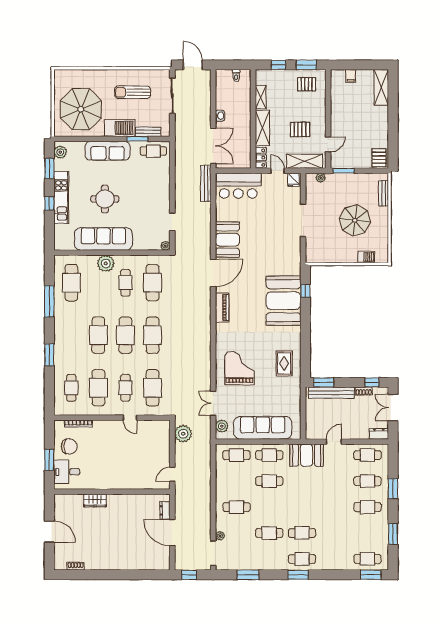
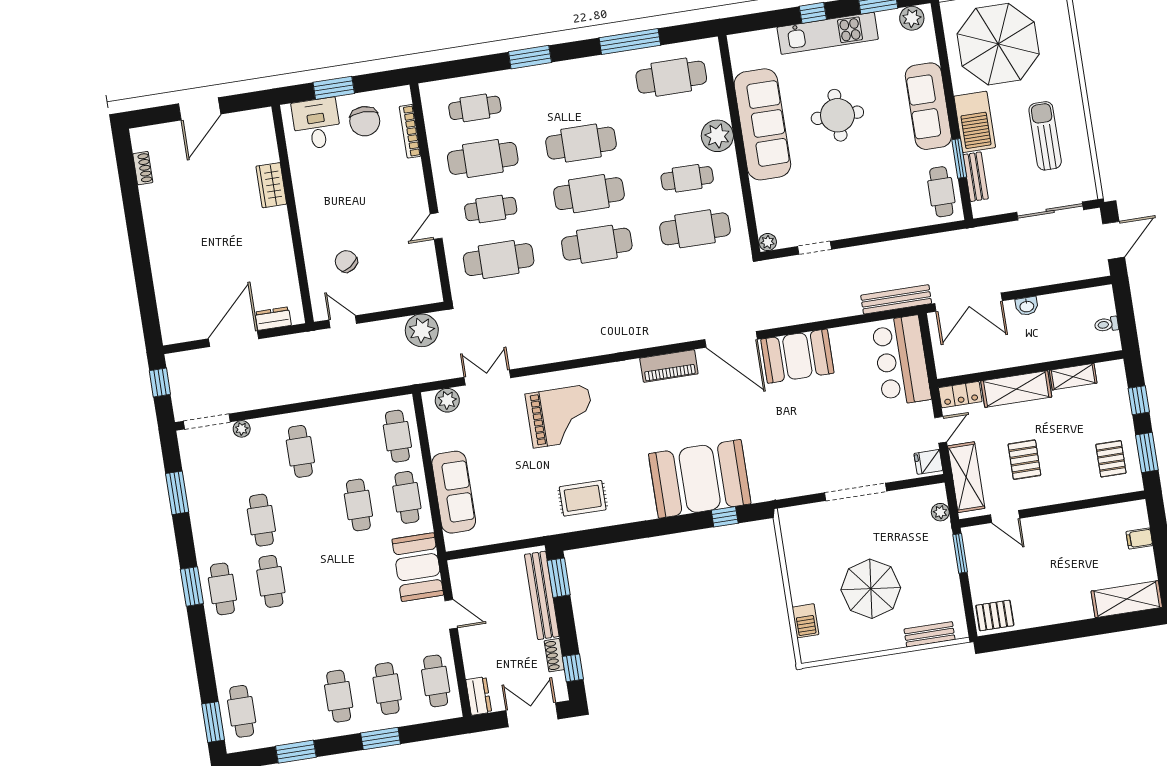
sofa: (263, 428) -> (454, 492), width x0.74, depth x0.79
chair: (141, 468) -> (346, 261), added

